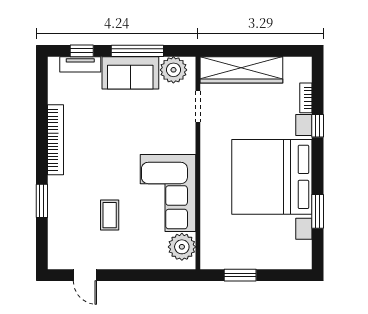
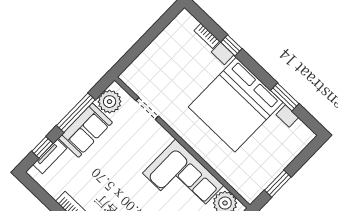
wardrobe: (241, 70) -> (150, 59), removed

